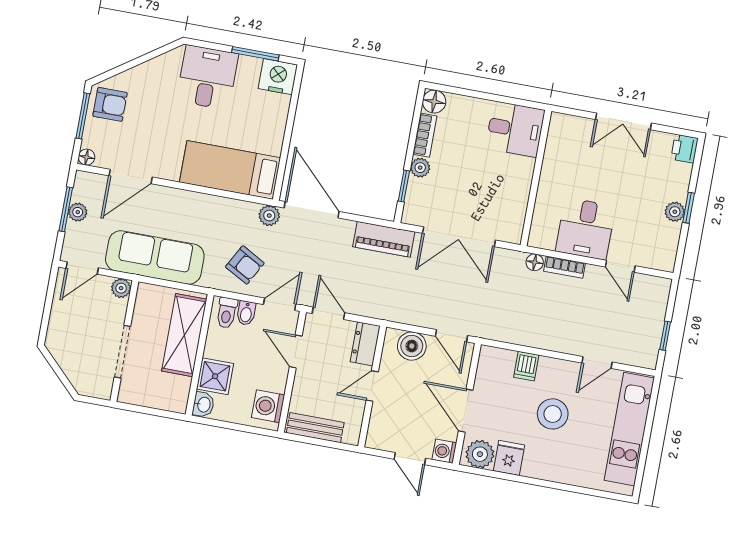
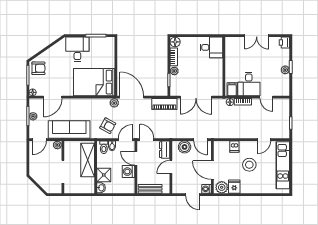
nightstand: (278, 77) -> (107, 44), removed
bed: (230, 170) -> (94, 82), width x1.50
filing cabinet: (545, 234) -> (232, 89), added
washing machine: (268, 406) -> (129, 172), moved

